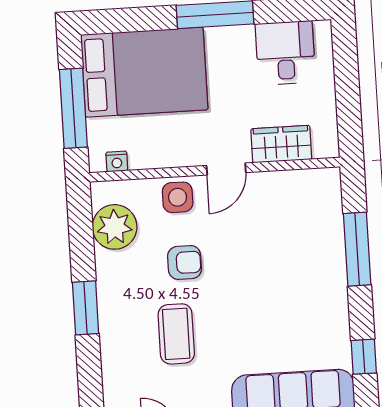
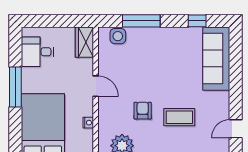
wardrobe: (281, 144) -> (84, 42), moved
nightstand: (117, 161) -> (88, 123), moved
side table: (178, 197) -> (118, 36), moved

